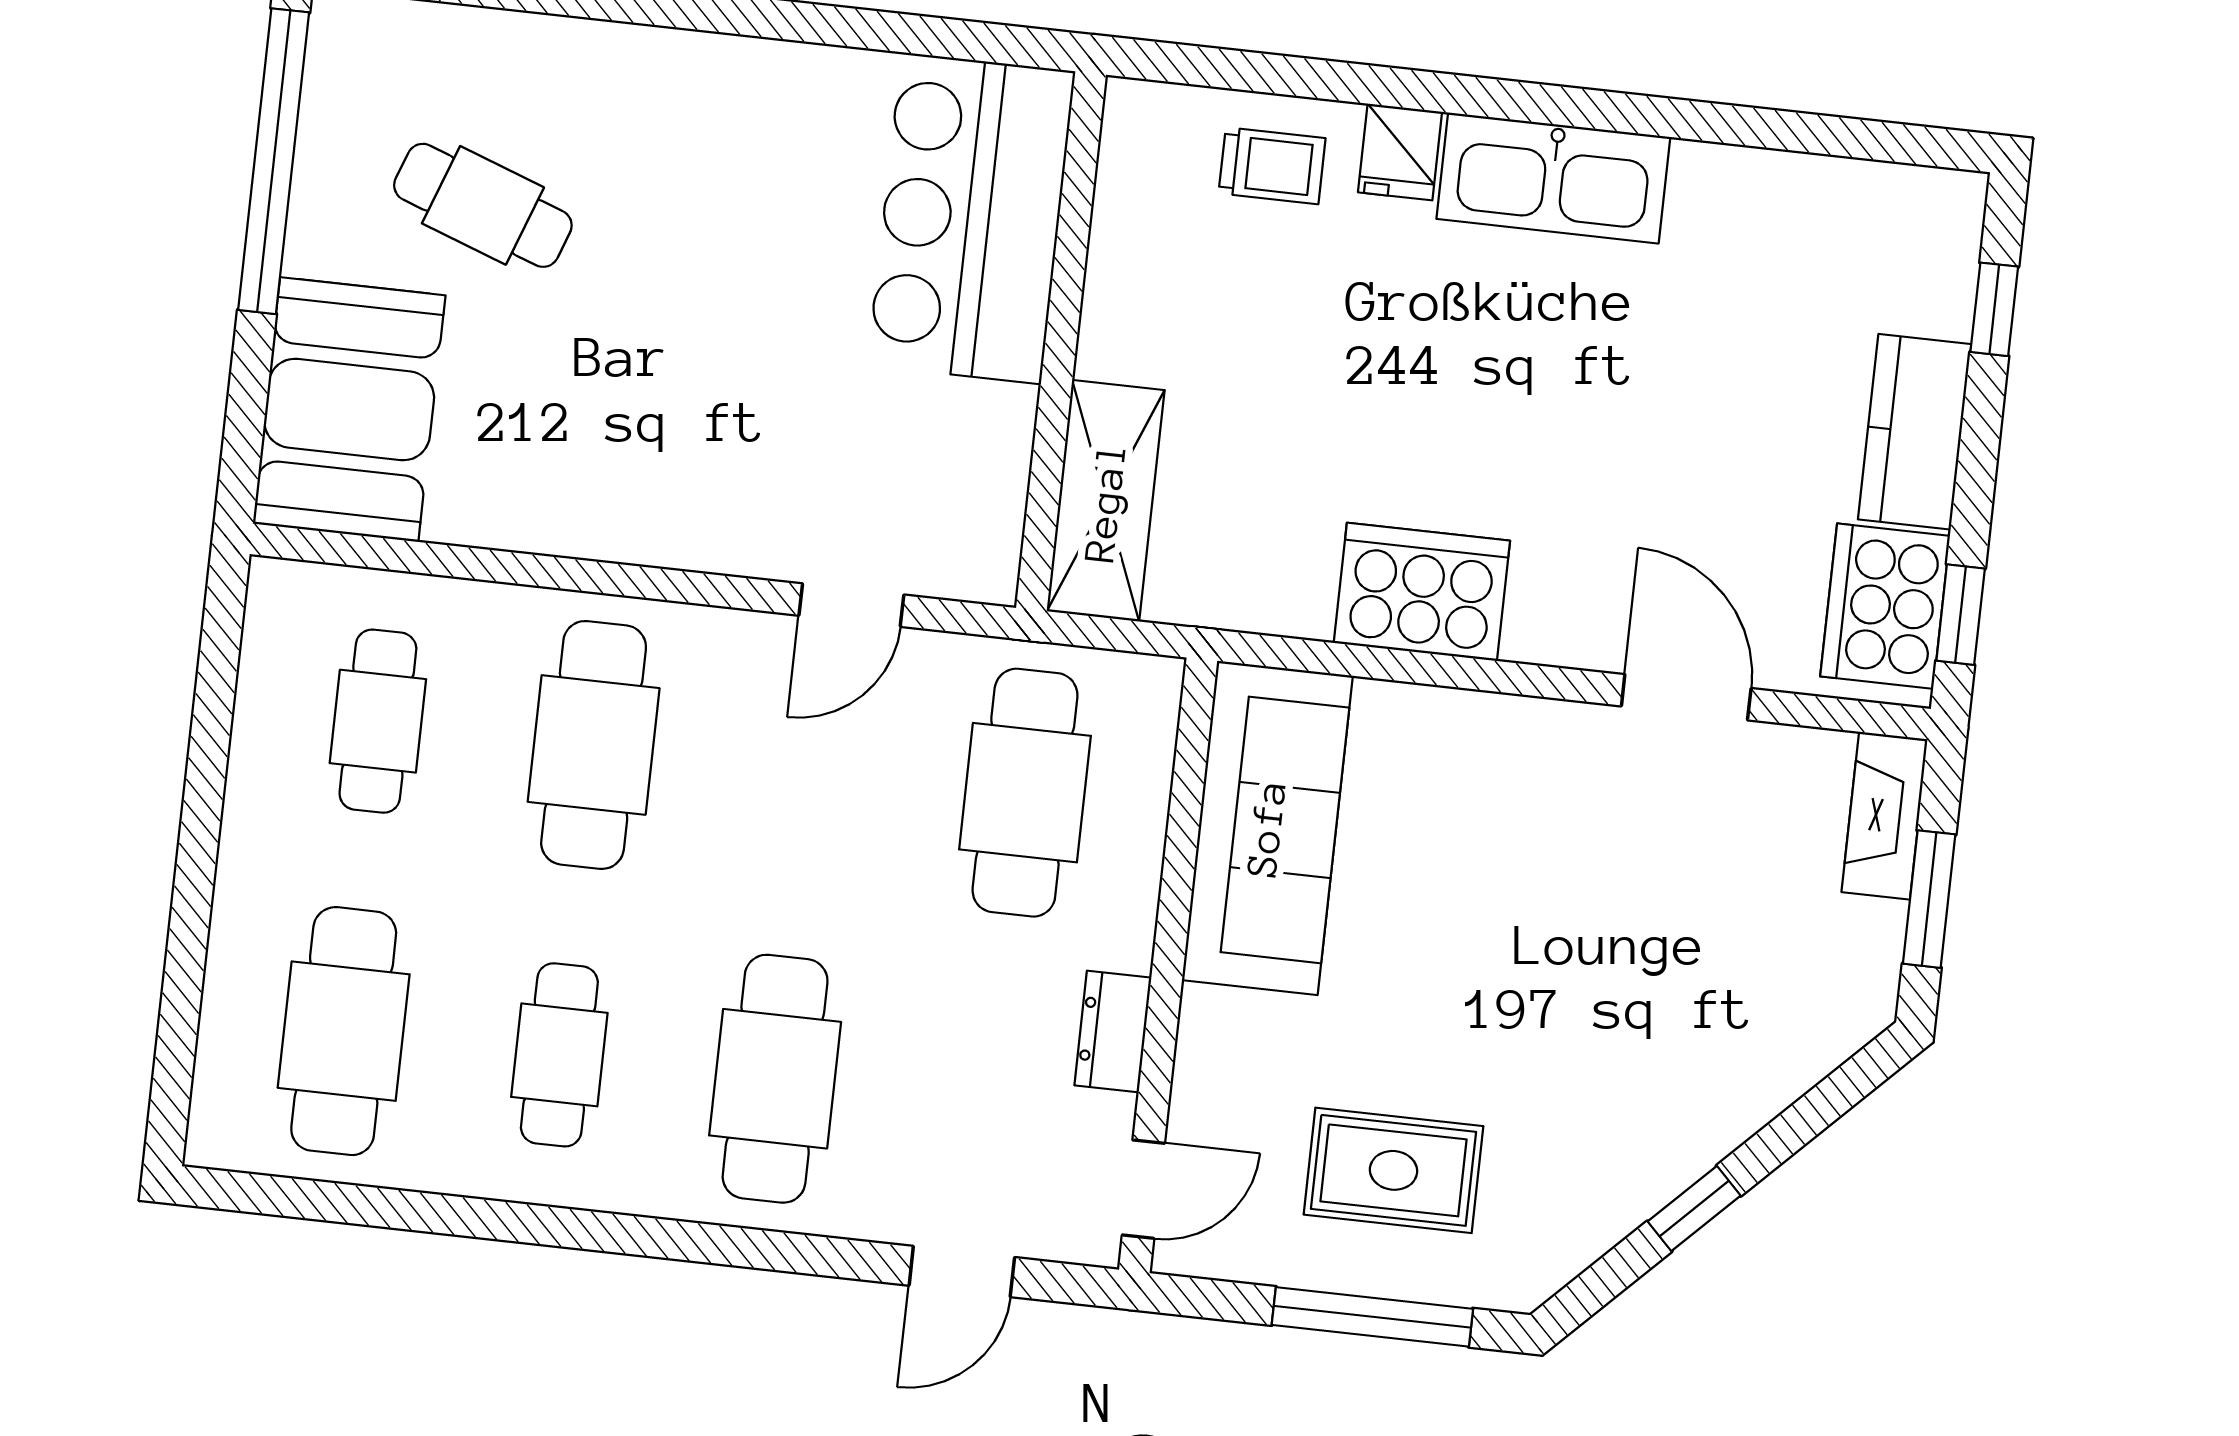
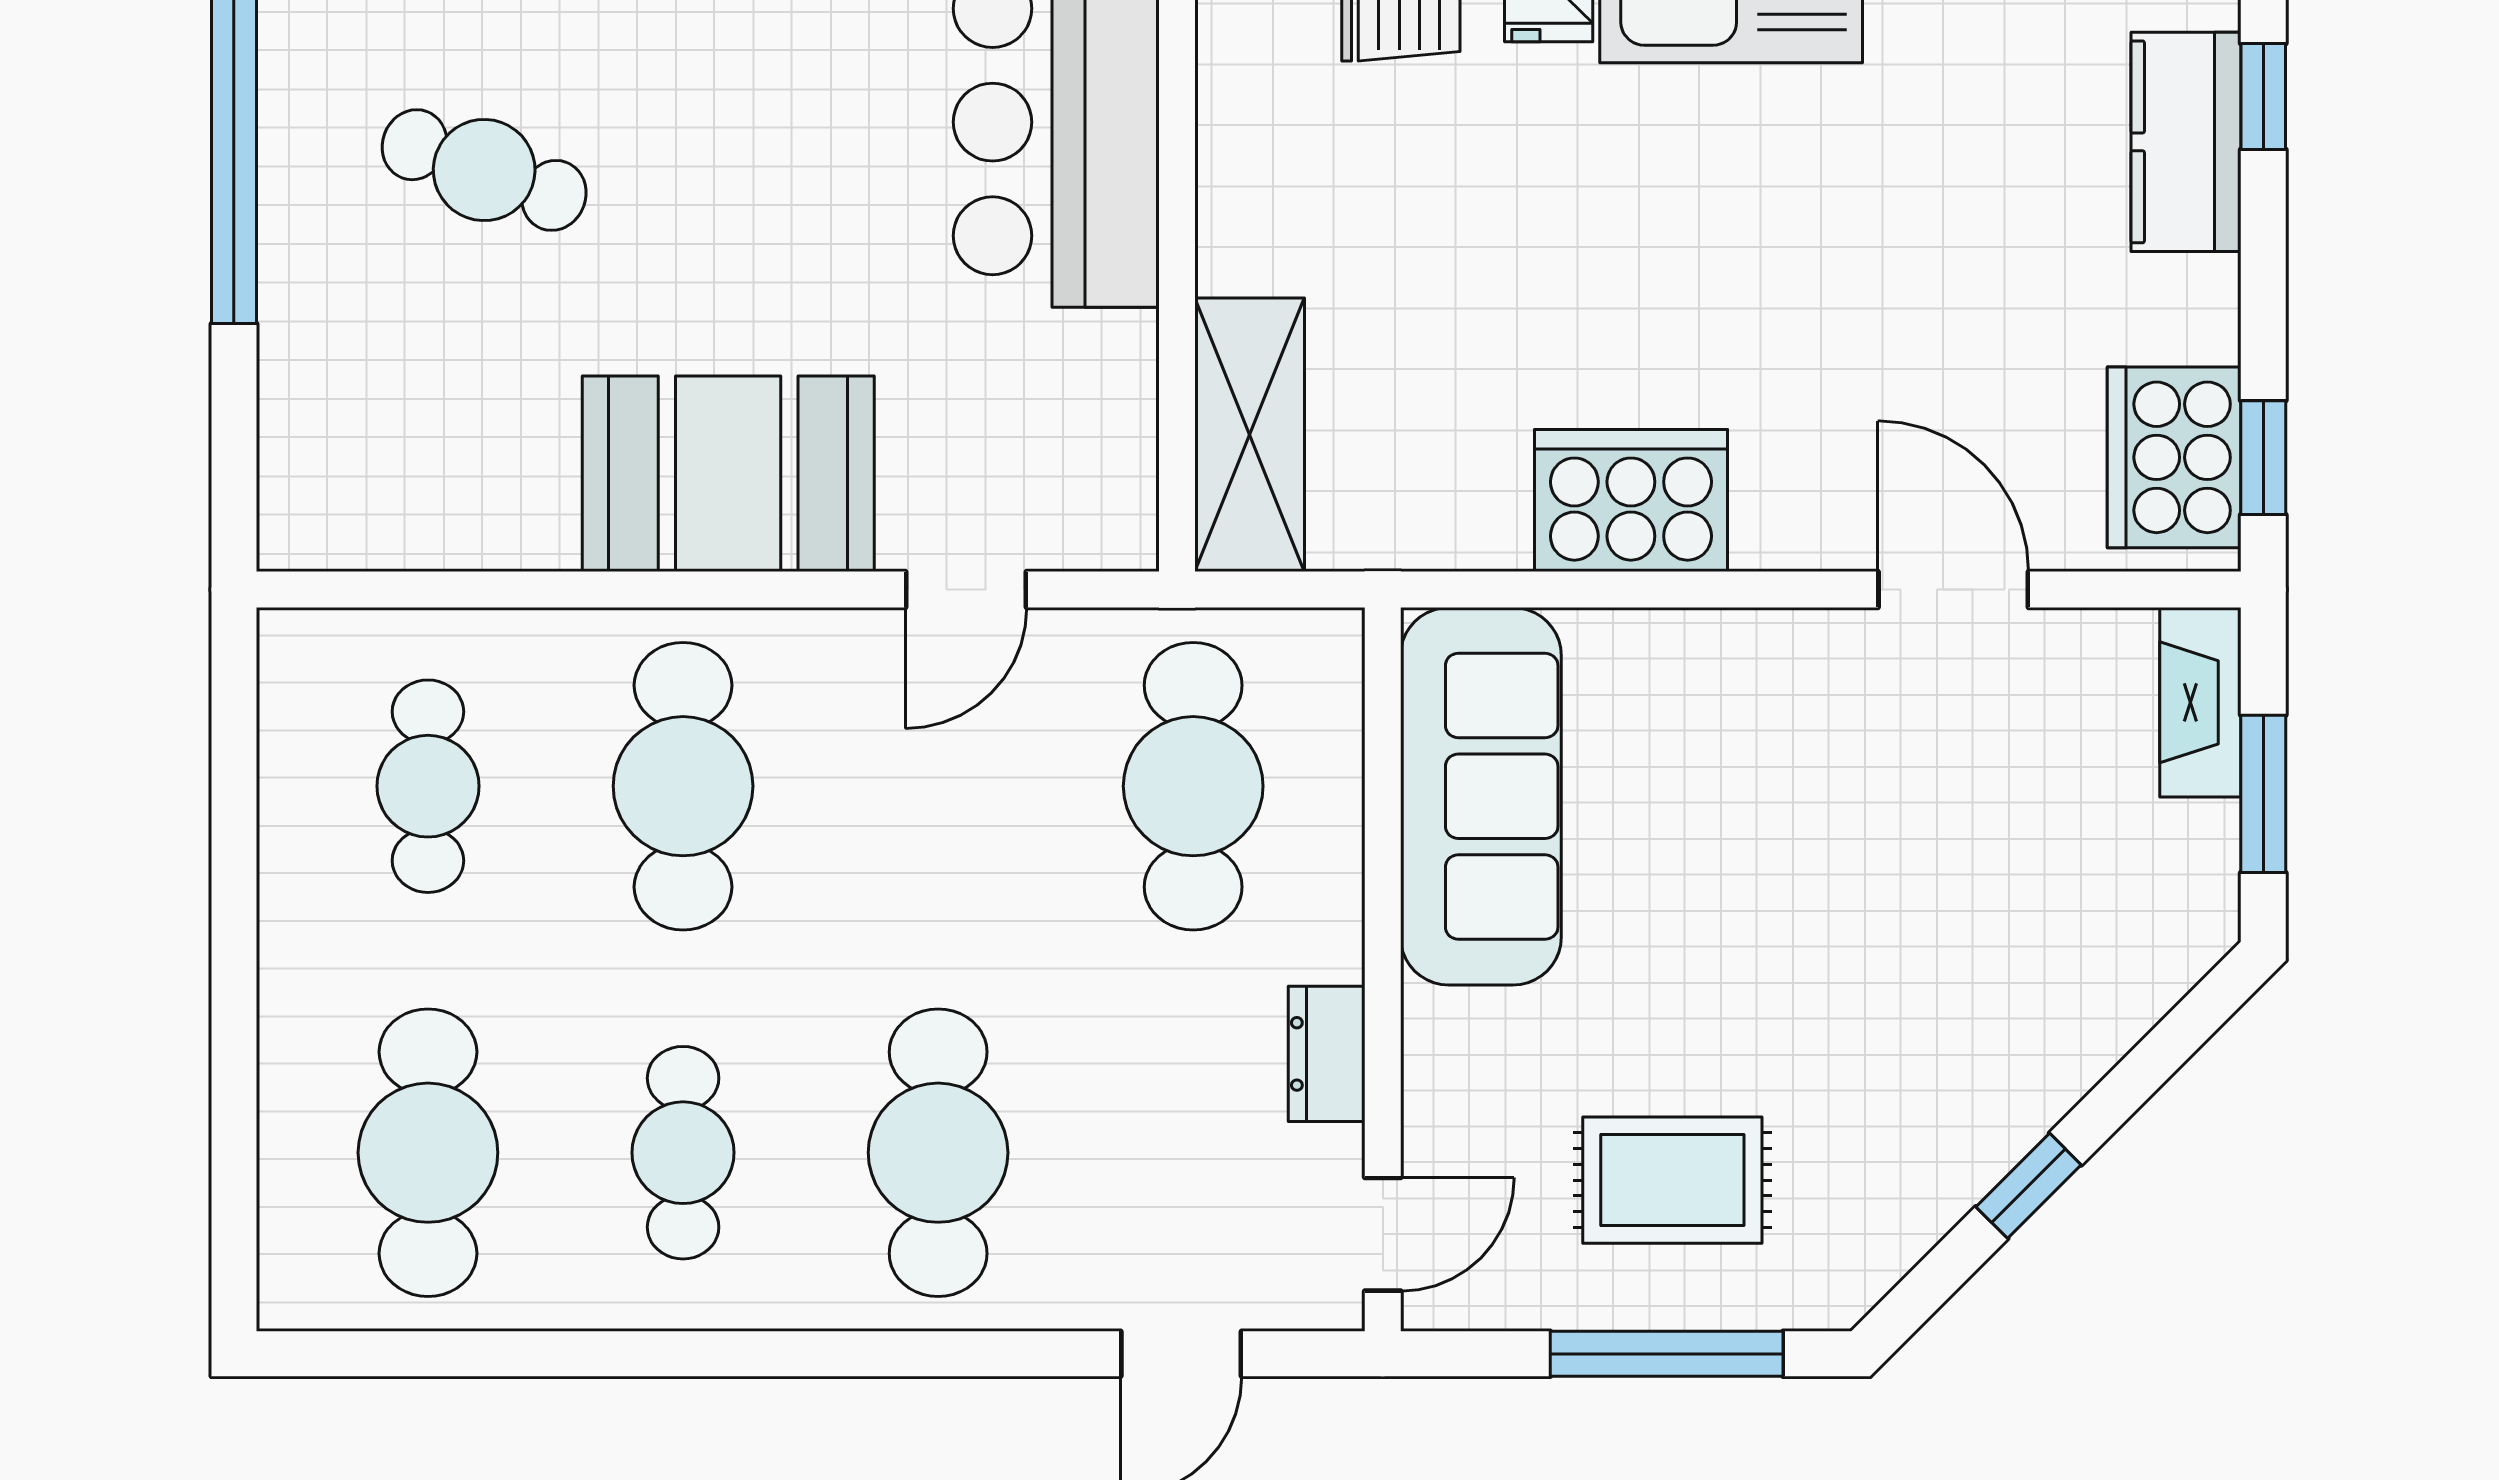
booth: (349, 409) -> (728, 474), moved, turned 90
kitchen counter: (1915, 432) -> (2186, 142), moved

